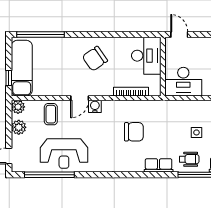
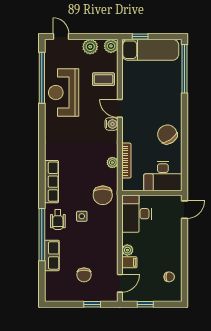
chair: (95, 59) -> (167, 134), moved
plant: (133, 105) -> (112, 162), added
chair: (134, 132) -> (103, 195), moved
side table: (196, 132) -> (82, 216), moved
row of seats: (159, 165) -> (51, 182), width x1.48

